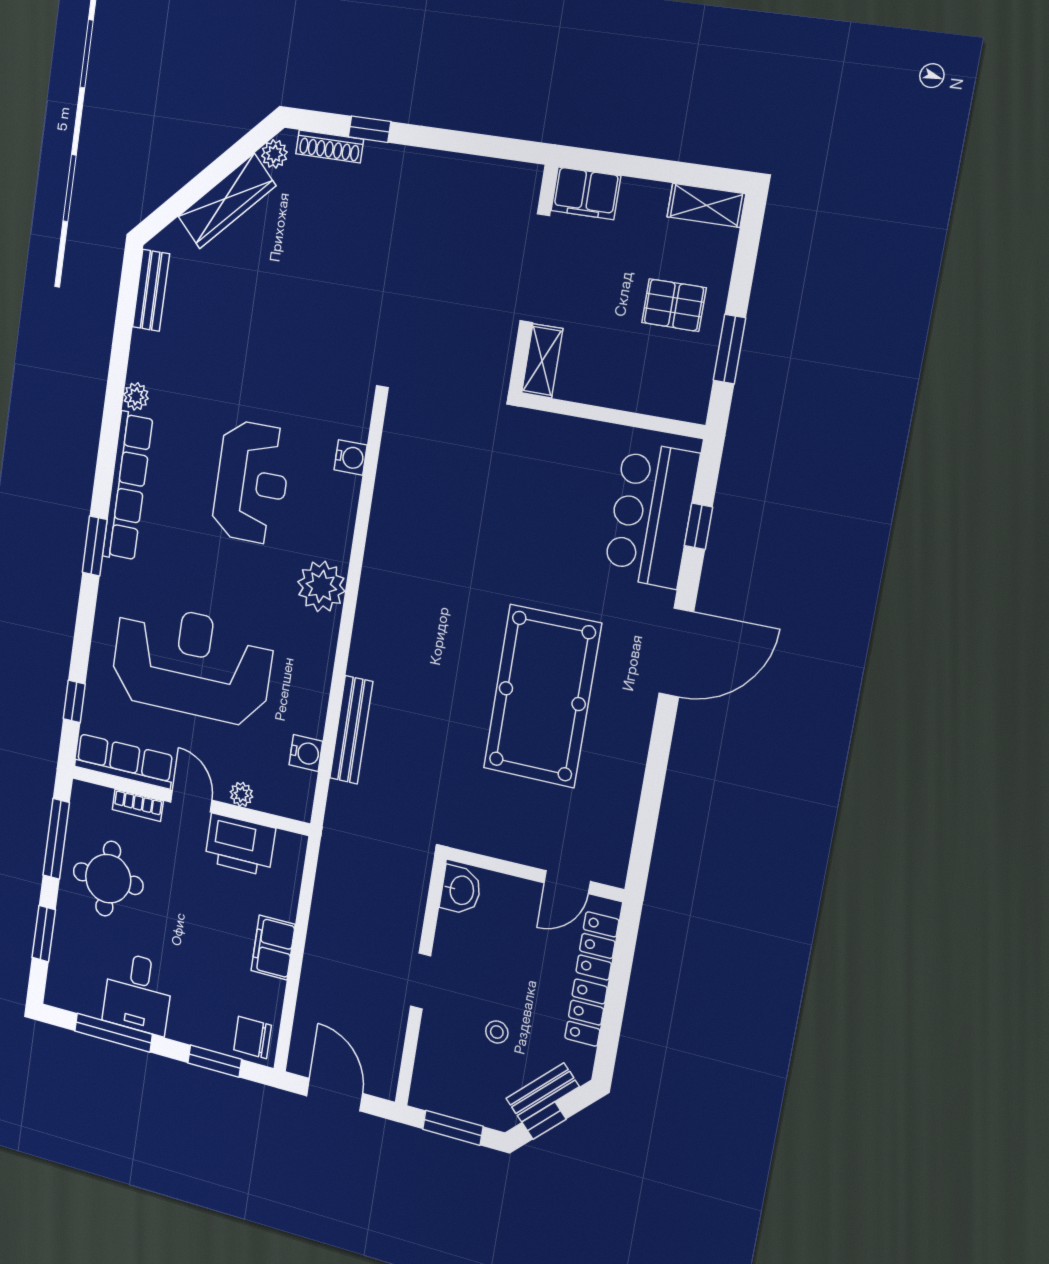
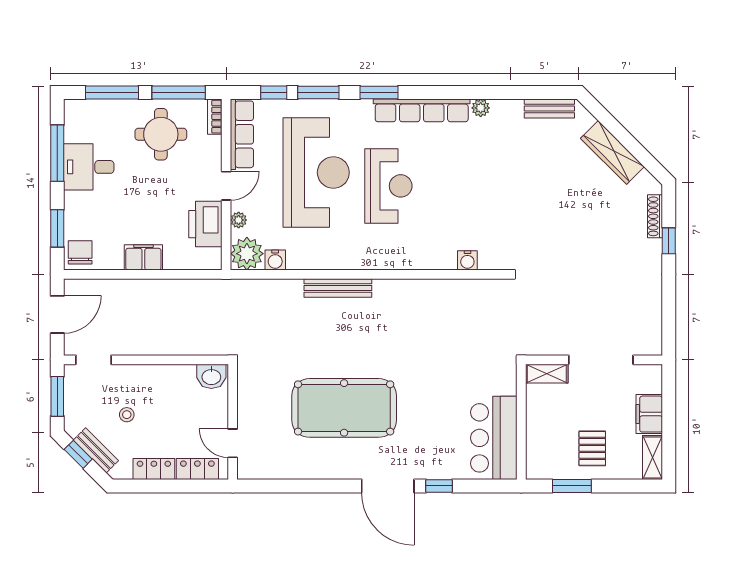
plant: (274, 154) -> (646, 180), removed
filing cabinet: (586, 193) -> (649, 414), moved
reception desk: (252, 482) -> (388, 186), moved, turned -90
bar counter: (651, 515) -> (494, 438), moved, turned -90
window: (698, 526) -> (439, 486), moved
plant: (321, 586) -> (247, 254), moved
window: (83, 636) -> (318, 93), added
bench: (351, 730) -> (338, 288), moved
bookcase: (138, 805) -> (215, 117), moved
window: (44, 934) -> (112, 93), width x1.44
doorway: (421, 981) -> (94, 360), moved

